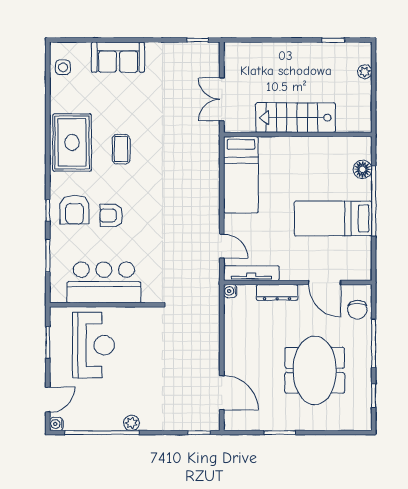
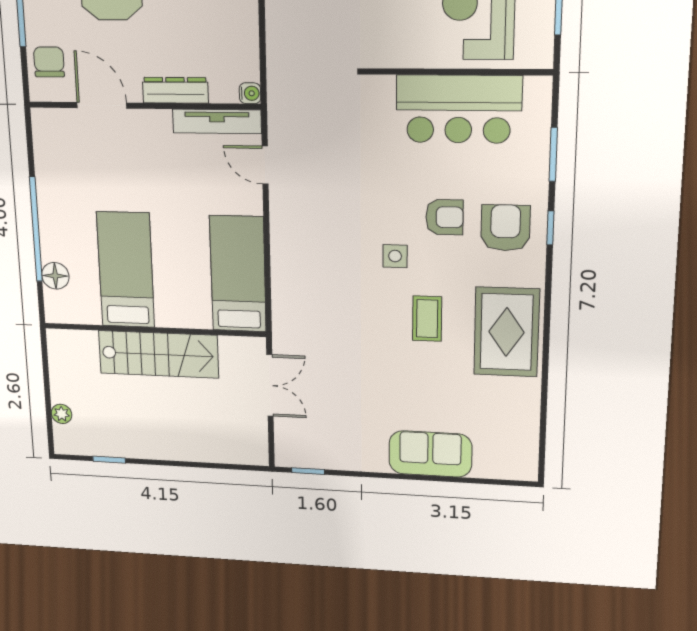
side table: (63, 67) -> (395, 256), moved
bed: (333, 218) -> (126, 270), moved, turned -90

